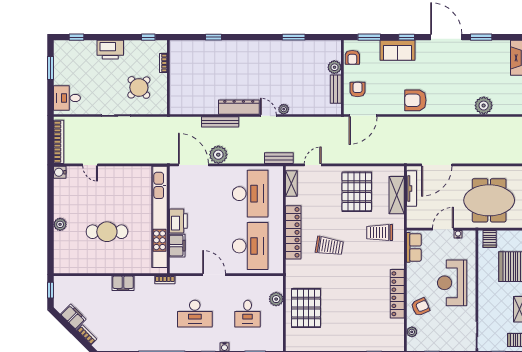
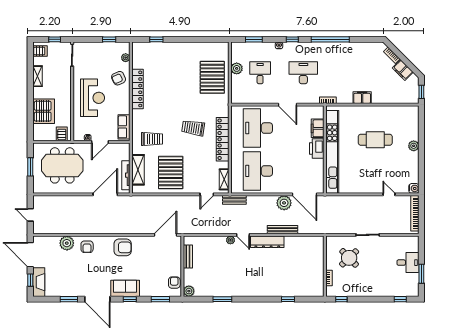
printer: (110, 50) -> (373, 289), removed
sofa: (398, 50) -> (125, 288), moved
plant: (334, 67) -> (189, 291), moved
armchair: (358, 90) -> (87, 247), moved
desk: (67, 98) -> (408, 263), moved
plant: (276, 299) -> (237, 68), moved

